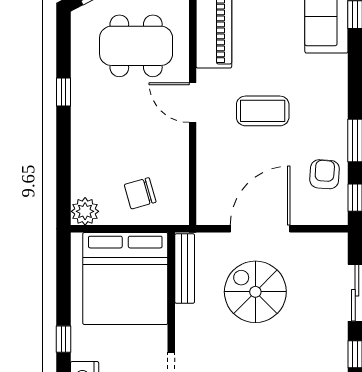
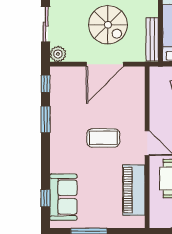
armchair: (325, 174) -> (65, 98), removed
plant: (335, 245) -> (58, 54), added

